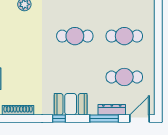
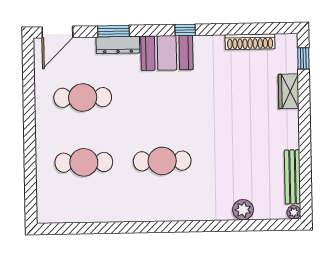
dresser: (112, 110) -> (118, 45), moved
window: (104, 119) -> (113, 31), width x0.69

